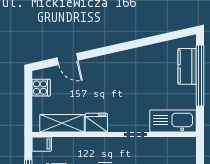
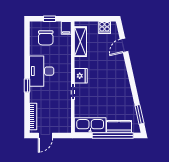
window: (169, 36) -> (139, 114), added
kitchen sink: (173, 121) -> (90, 125), moved, turned -90
fridge: (96, 123) -> (81, 76), moved

